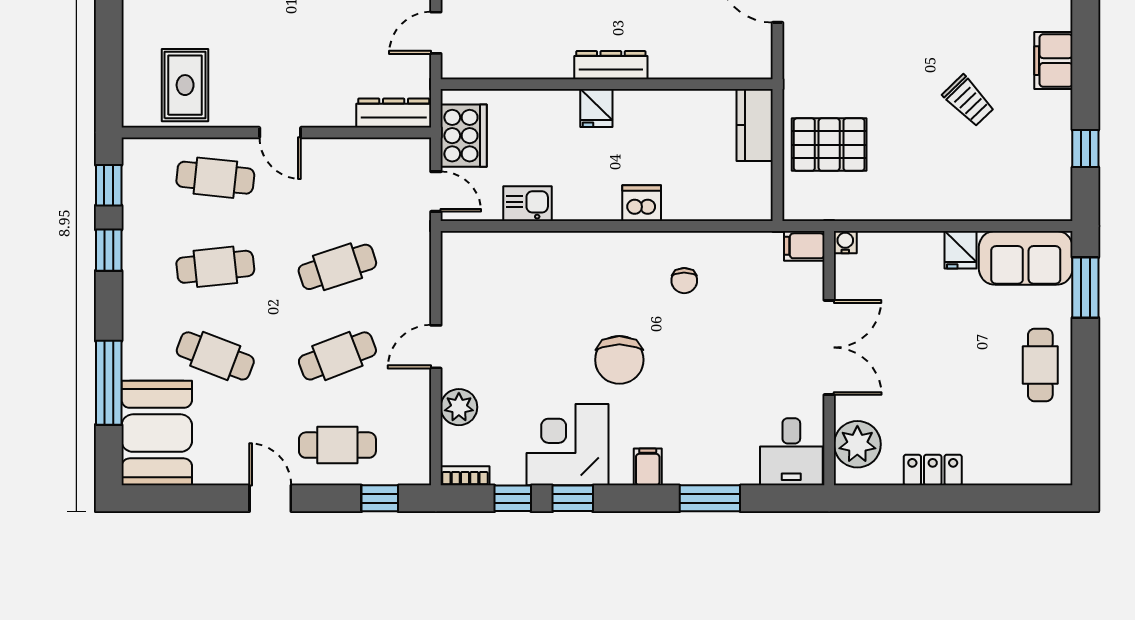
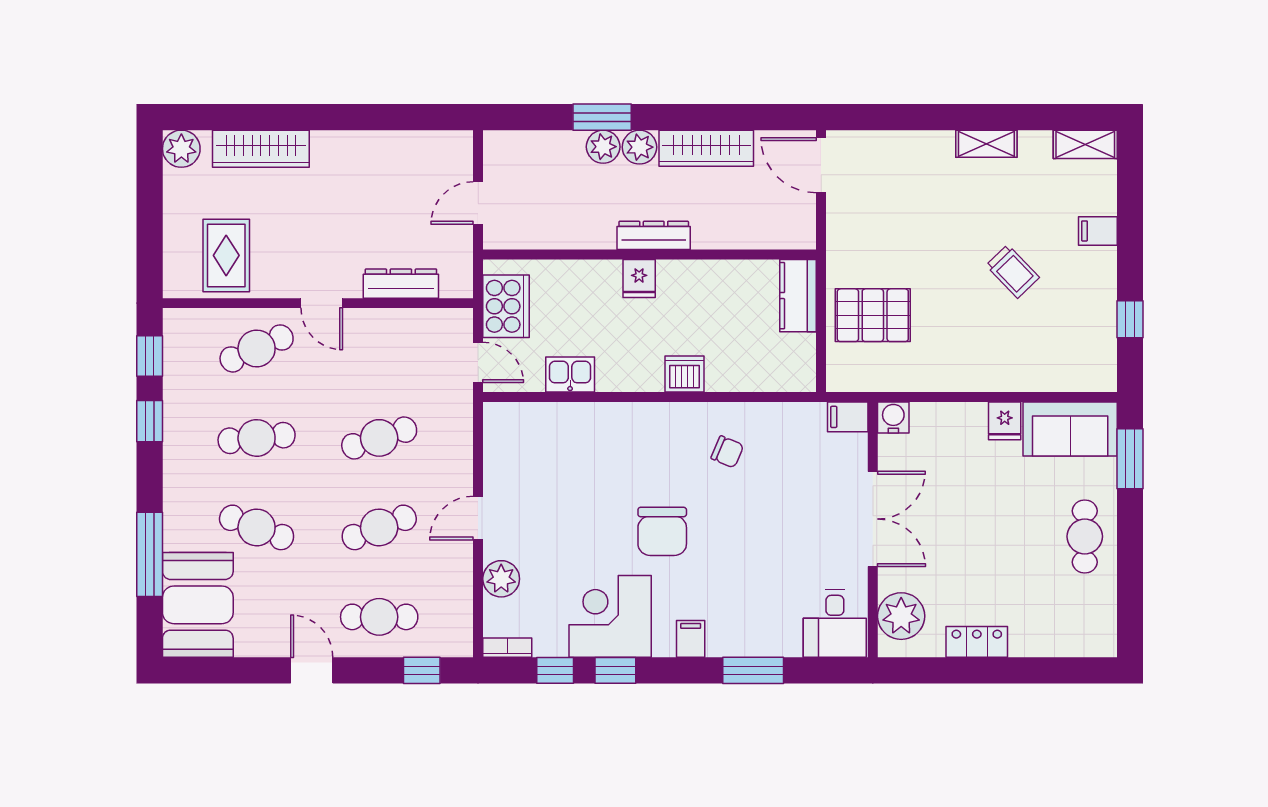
filing cabinet: (1053, 61) -> (1098, 231), width x0.50
dresser: (394, 113) -> (401, 284), moved
cafe table: (215, 178) -> (257, 348), turned -30
water cooler: (845, 242) -> (893, 417), width x1.38, depth x1.38
chair: (684, 281) -> (727, 452), turned -67

